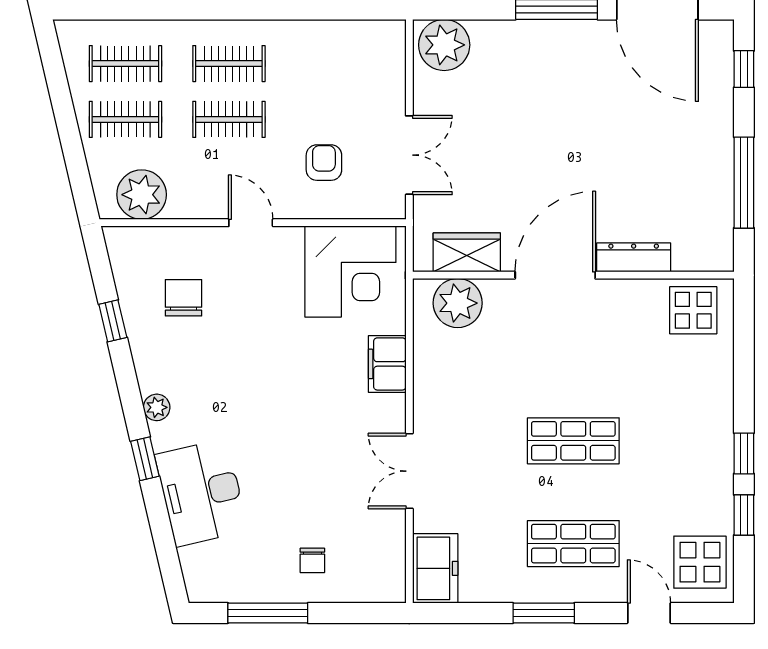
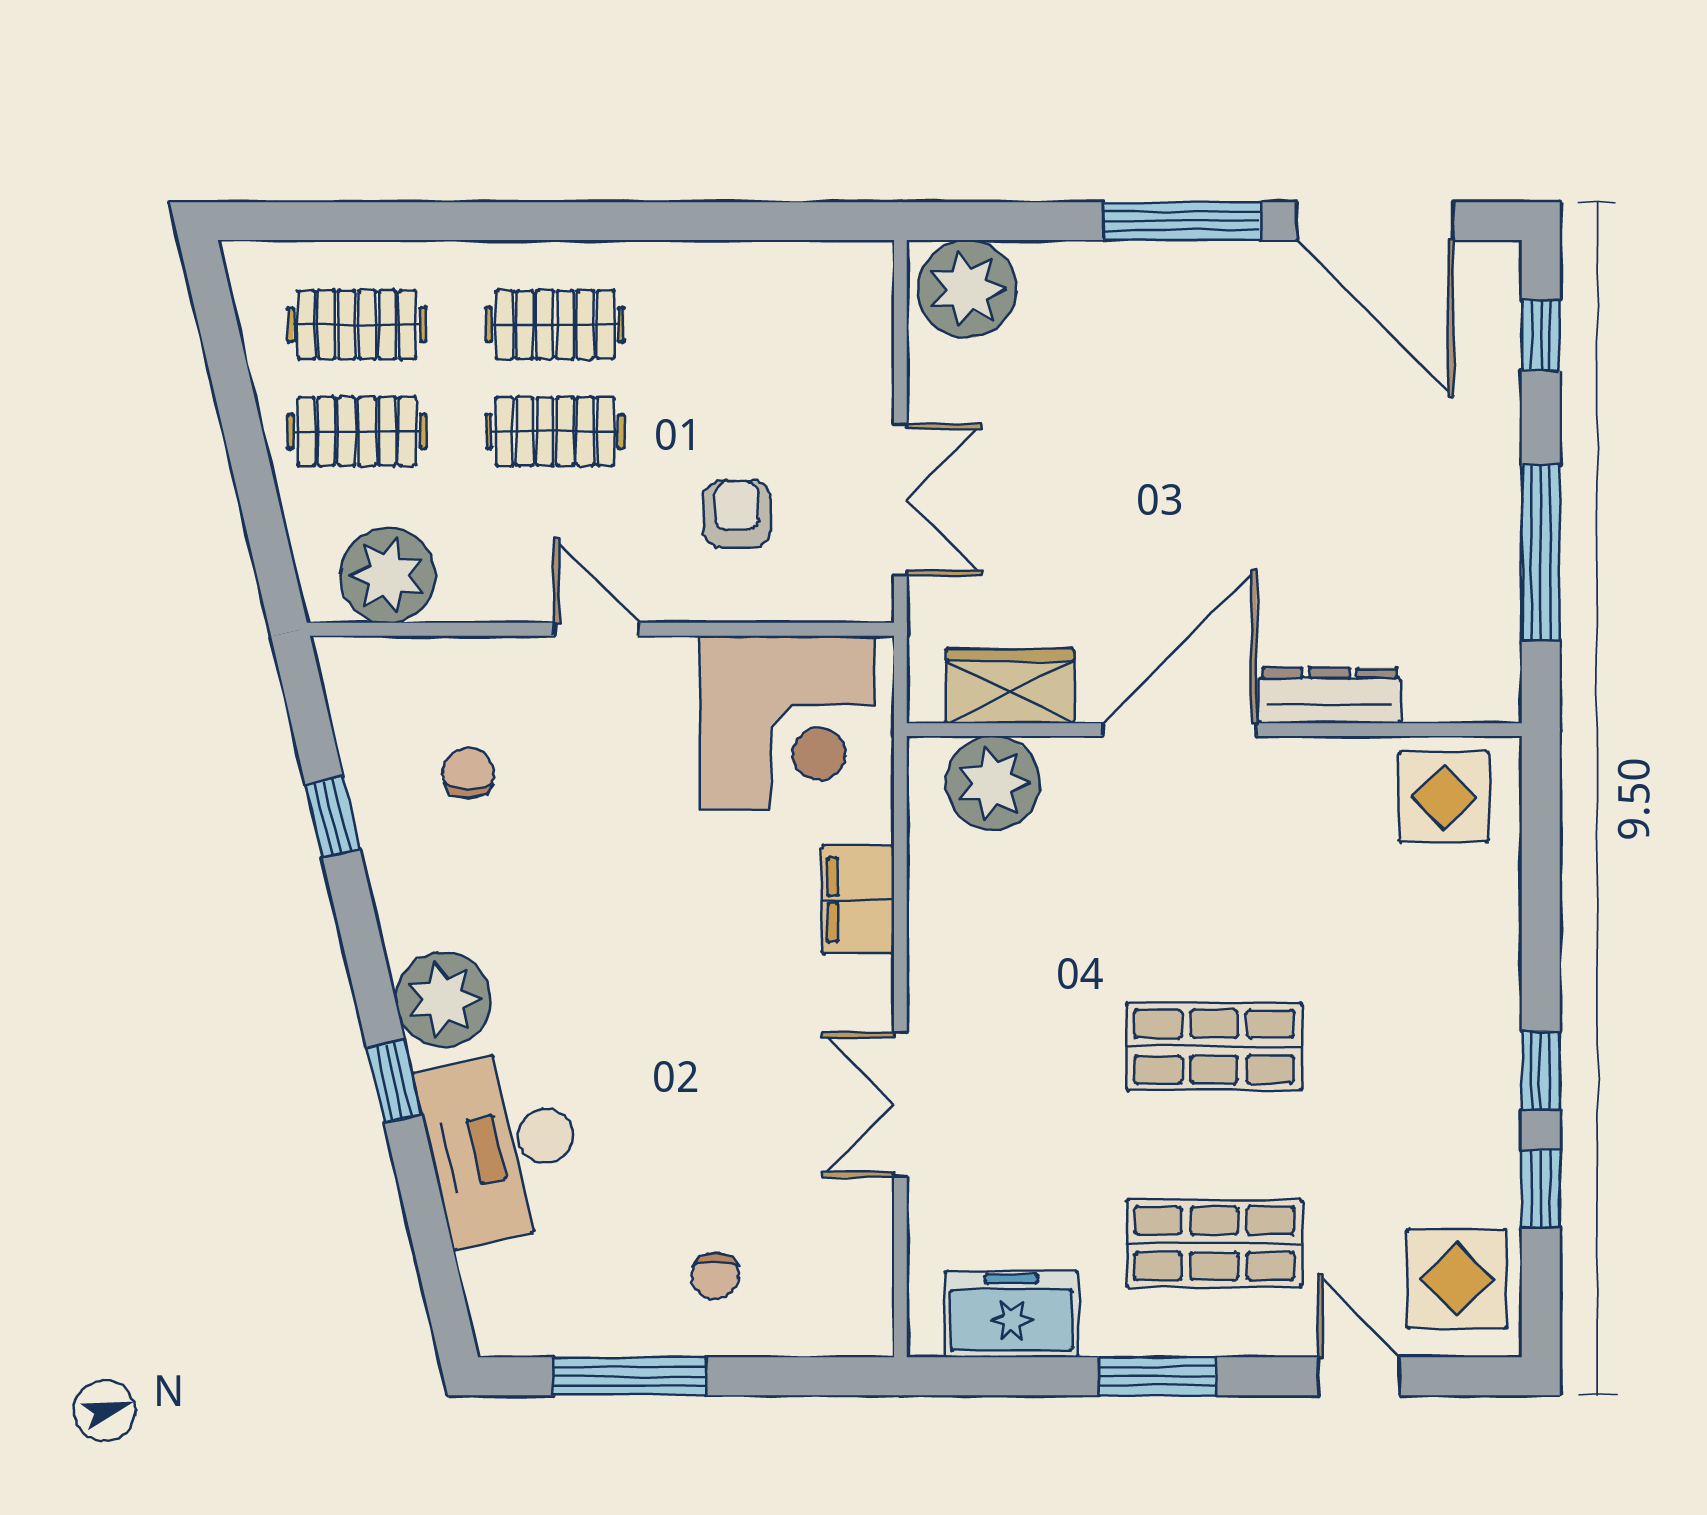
chair: (184, 298) -> (468, 773), width x0.73, depth x0.73
plant: (157, 407) -> (443, 999), width x1.87, depth x1.87
freezer: (435, 568) -> (1011, 1314), moved, turned -90

